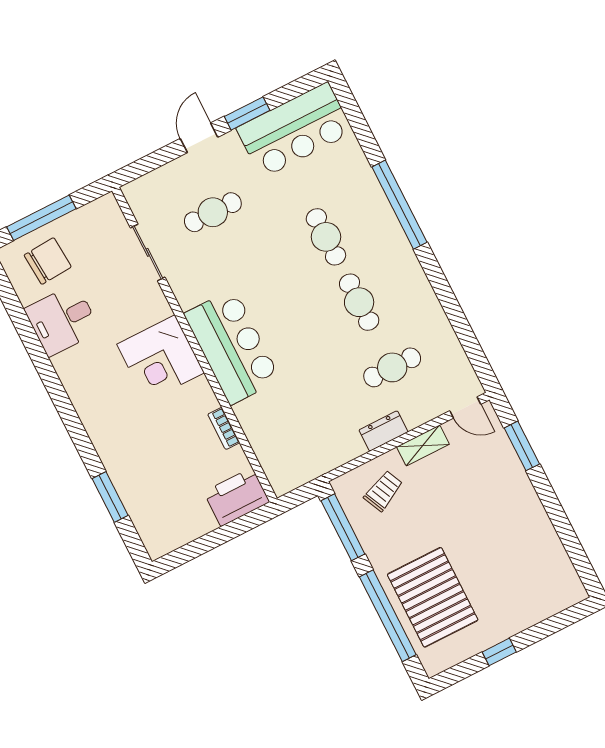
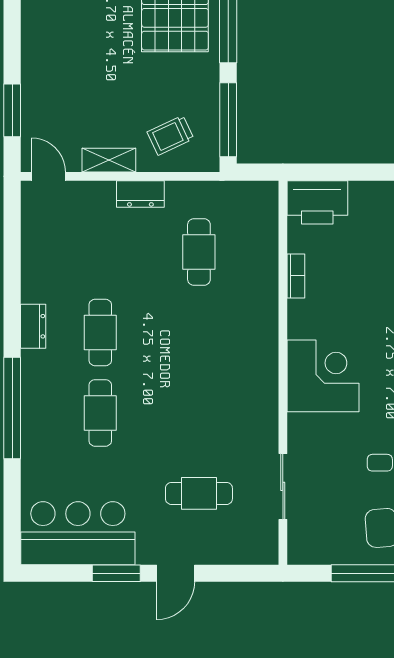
dresser: (416, 280) -> (33, 326), added
bar counter: (232, 347) -> (247, 352), removed
cafe table: (392, 367) -> (199, 252), moved, turned 90

